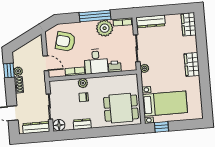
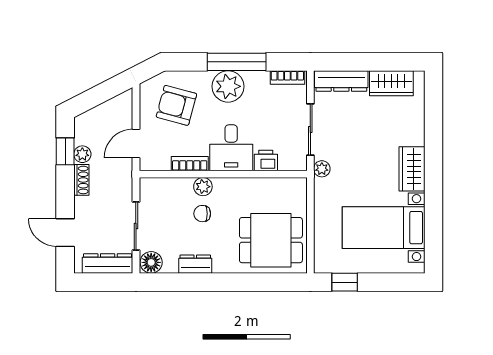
wardrobe: (189, 24) -> (391, 83), moved, turned -90
plant: (105, 28) -> (228, 86), moved
door: (46, 63) -> (136, 144), swing flipped
bed with nightstands: (165, 104) -> (384, 228), moved, turned 180

